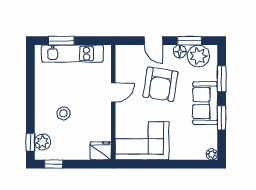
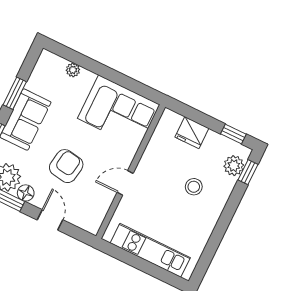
window: (61, 41) -> (156, 271), removed
armchair: (160, 84) -> (66, 166), width x0.73, depth x0.73
fridge: (101, 151) -> (192, 133), moved
plant: (212, 154) -> (73, 70), moved

